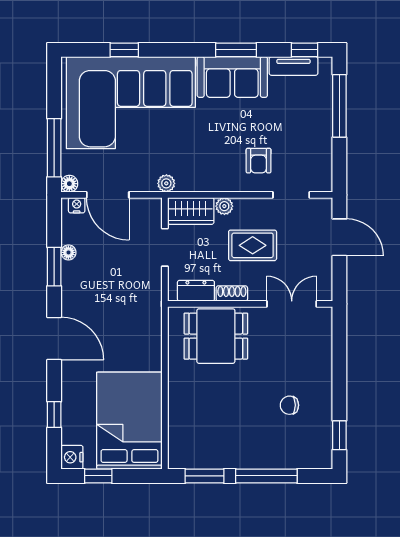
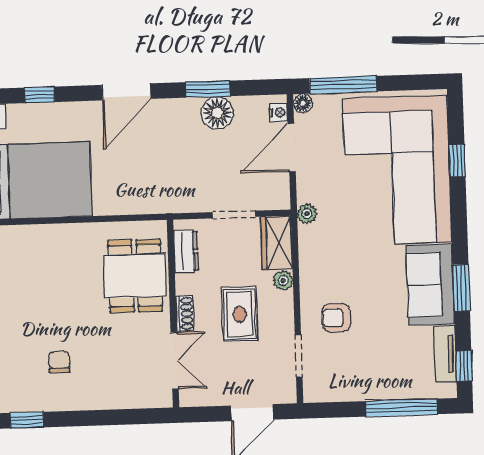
floor lamp: (68, 252) -> (217, 113), width x1.89, depth x1.89
shoe rack: (232, 293) -> (185, 314), moved

